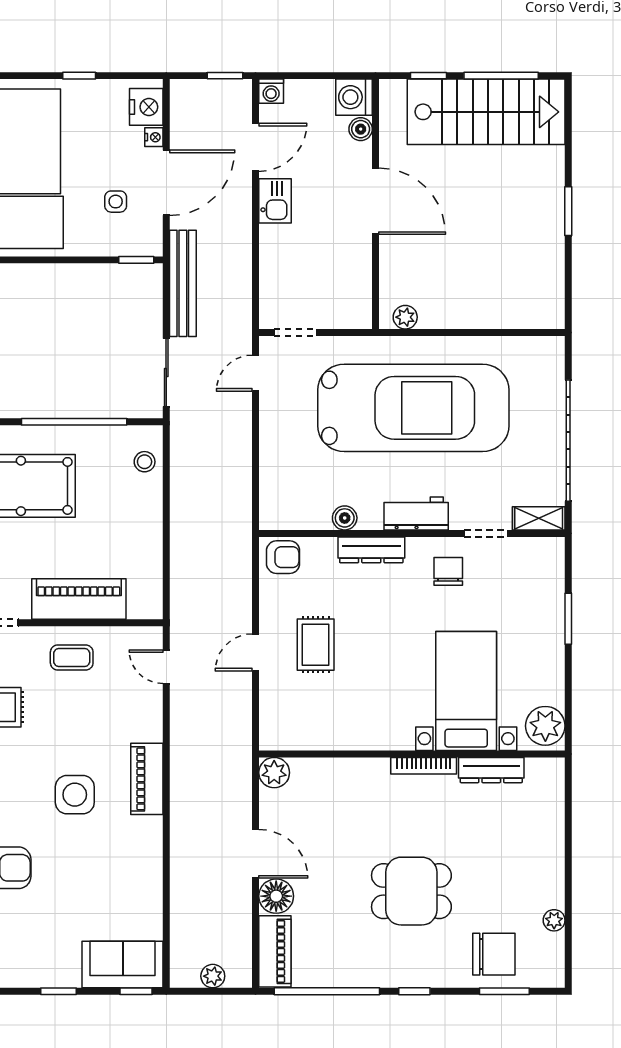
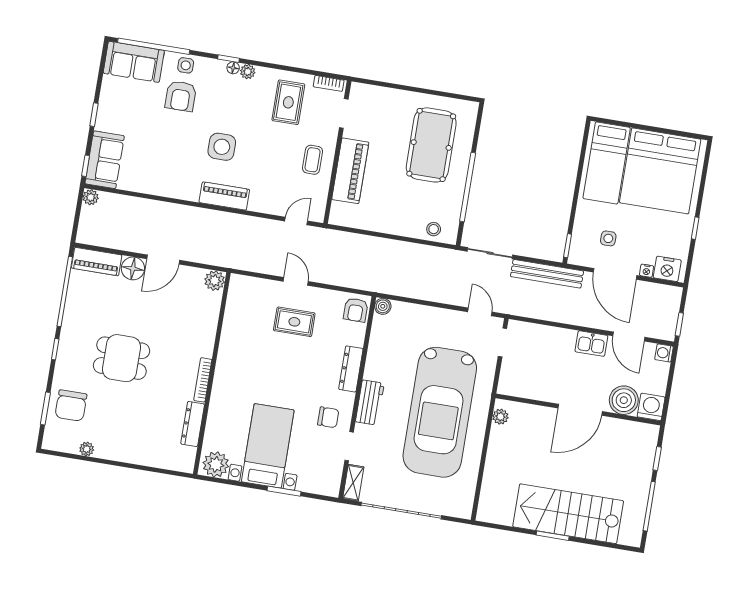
stairs: (486, 112) -> (568, 514), moved, turned 90
boiler: (361, 129) -> (624, 400), width x1.86, depth x1.86
boiler: (345, 518) -> (383, 306), moved
bed with nightstands: (466, 691) -> (268, 446), moved, turned -90
dining table: (411, 891) -> (121, 358), turned 90
plant: (213, 976) -> (91, 197), moved

